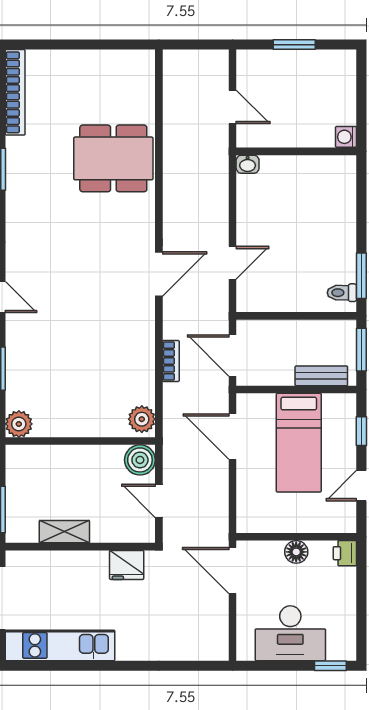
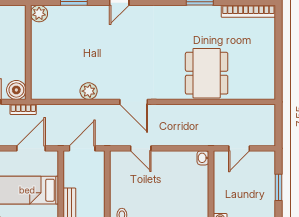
bookcase: (171, 361) -> (23, 109), moved
plant: (142, 419) -> (89, 91), moved

